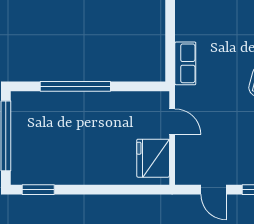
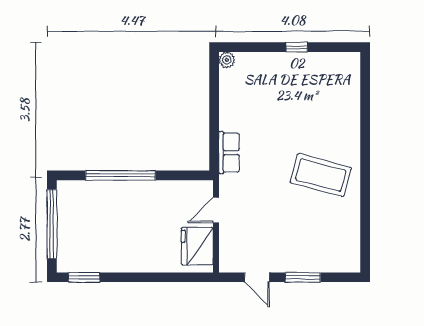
door: (172, 122) -> (216, 210), swing flipped

